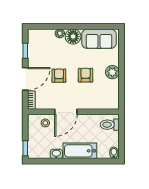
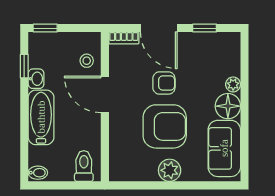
armchair: (86, 75) -> (165, 126), width x1.88, depth x1.88
window: (49, 161) -> (24, 66), added

